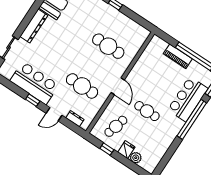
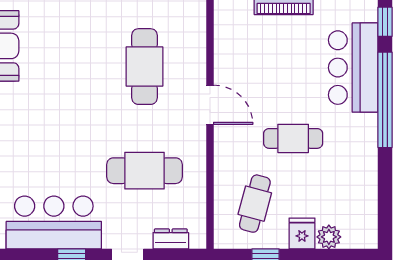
cafe table: (108, 46) -> (144, 67), turned 90
door: (118, 86) -> (210, 105), moved

